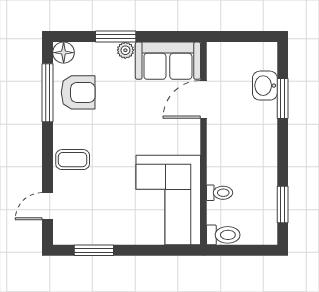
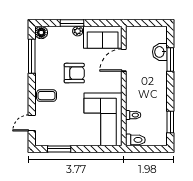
armchair: (78, 92) -> (74, 73), moved

